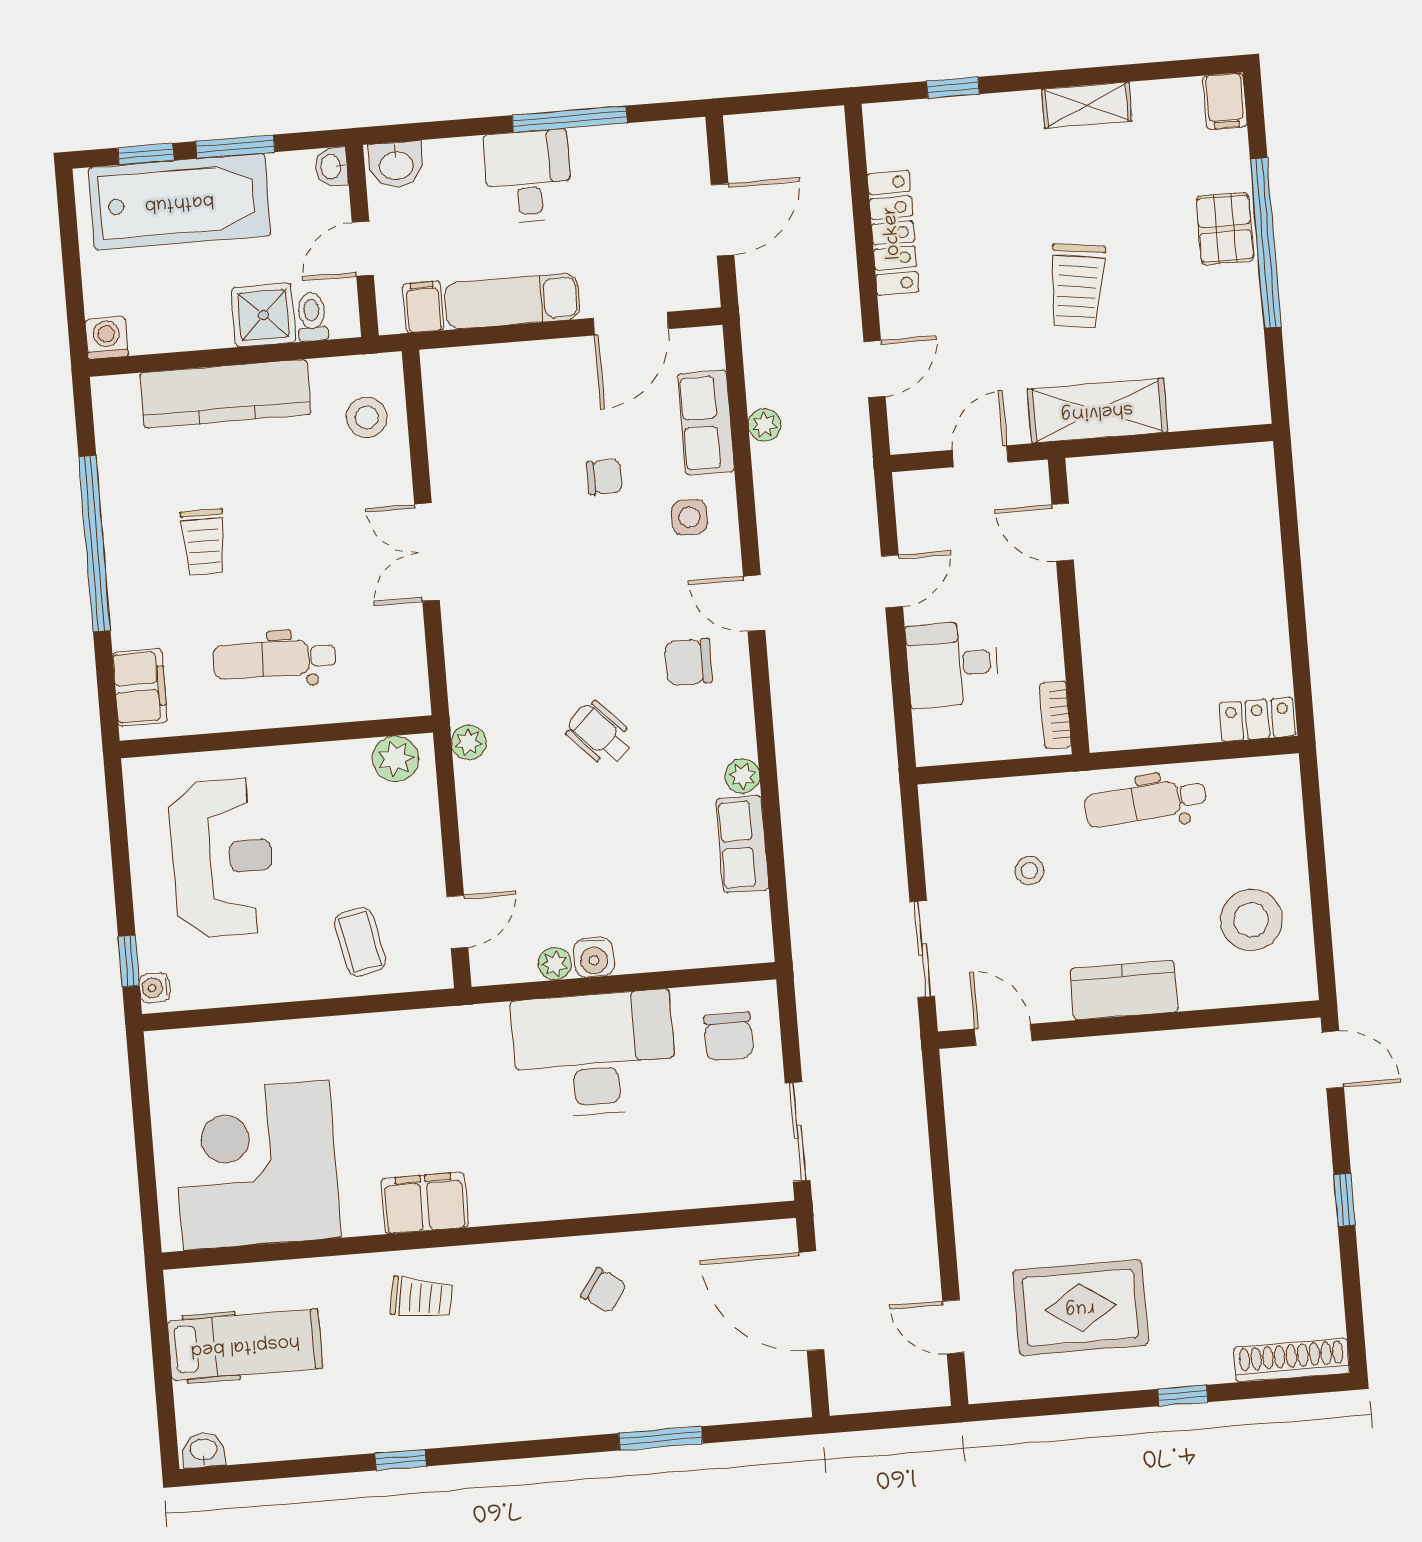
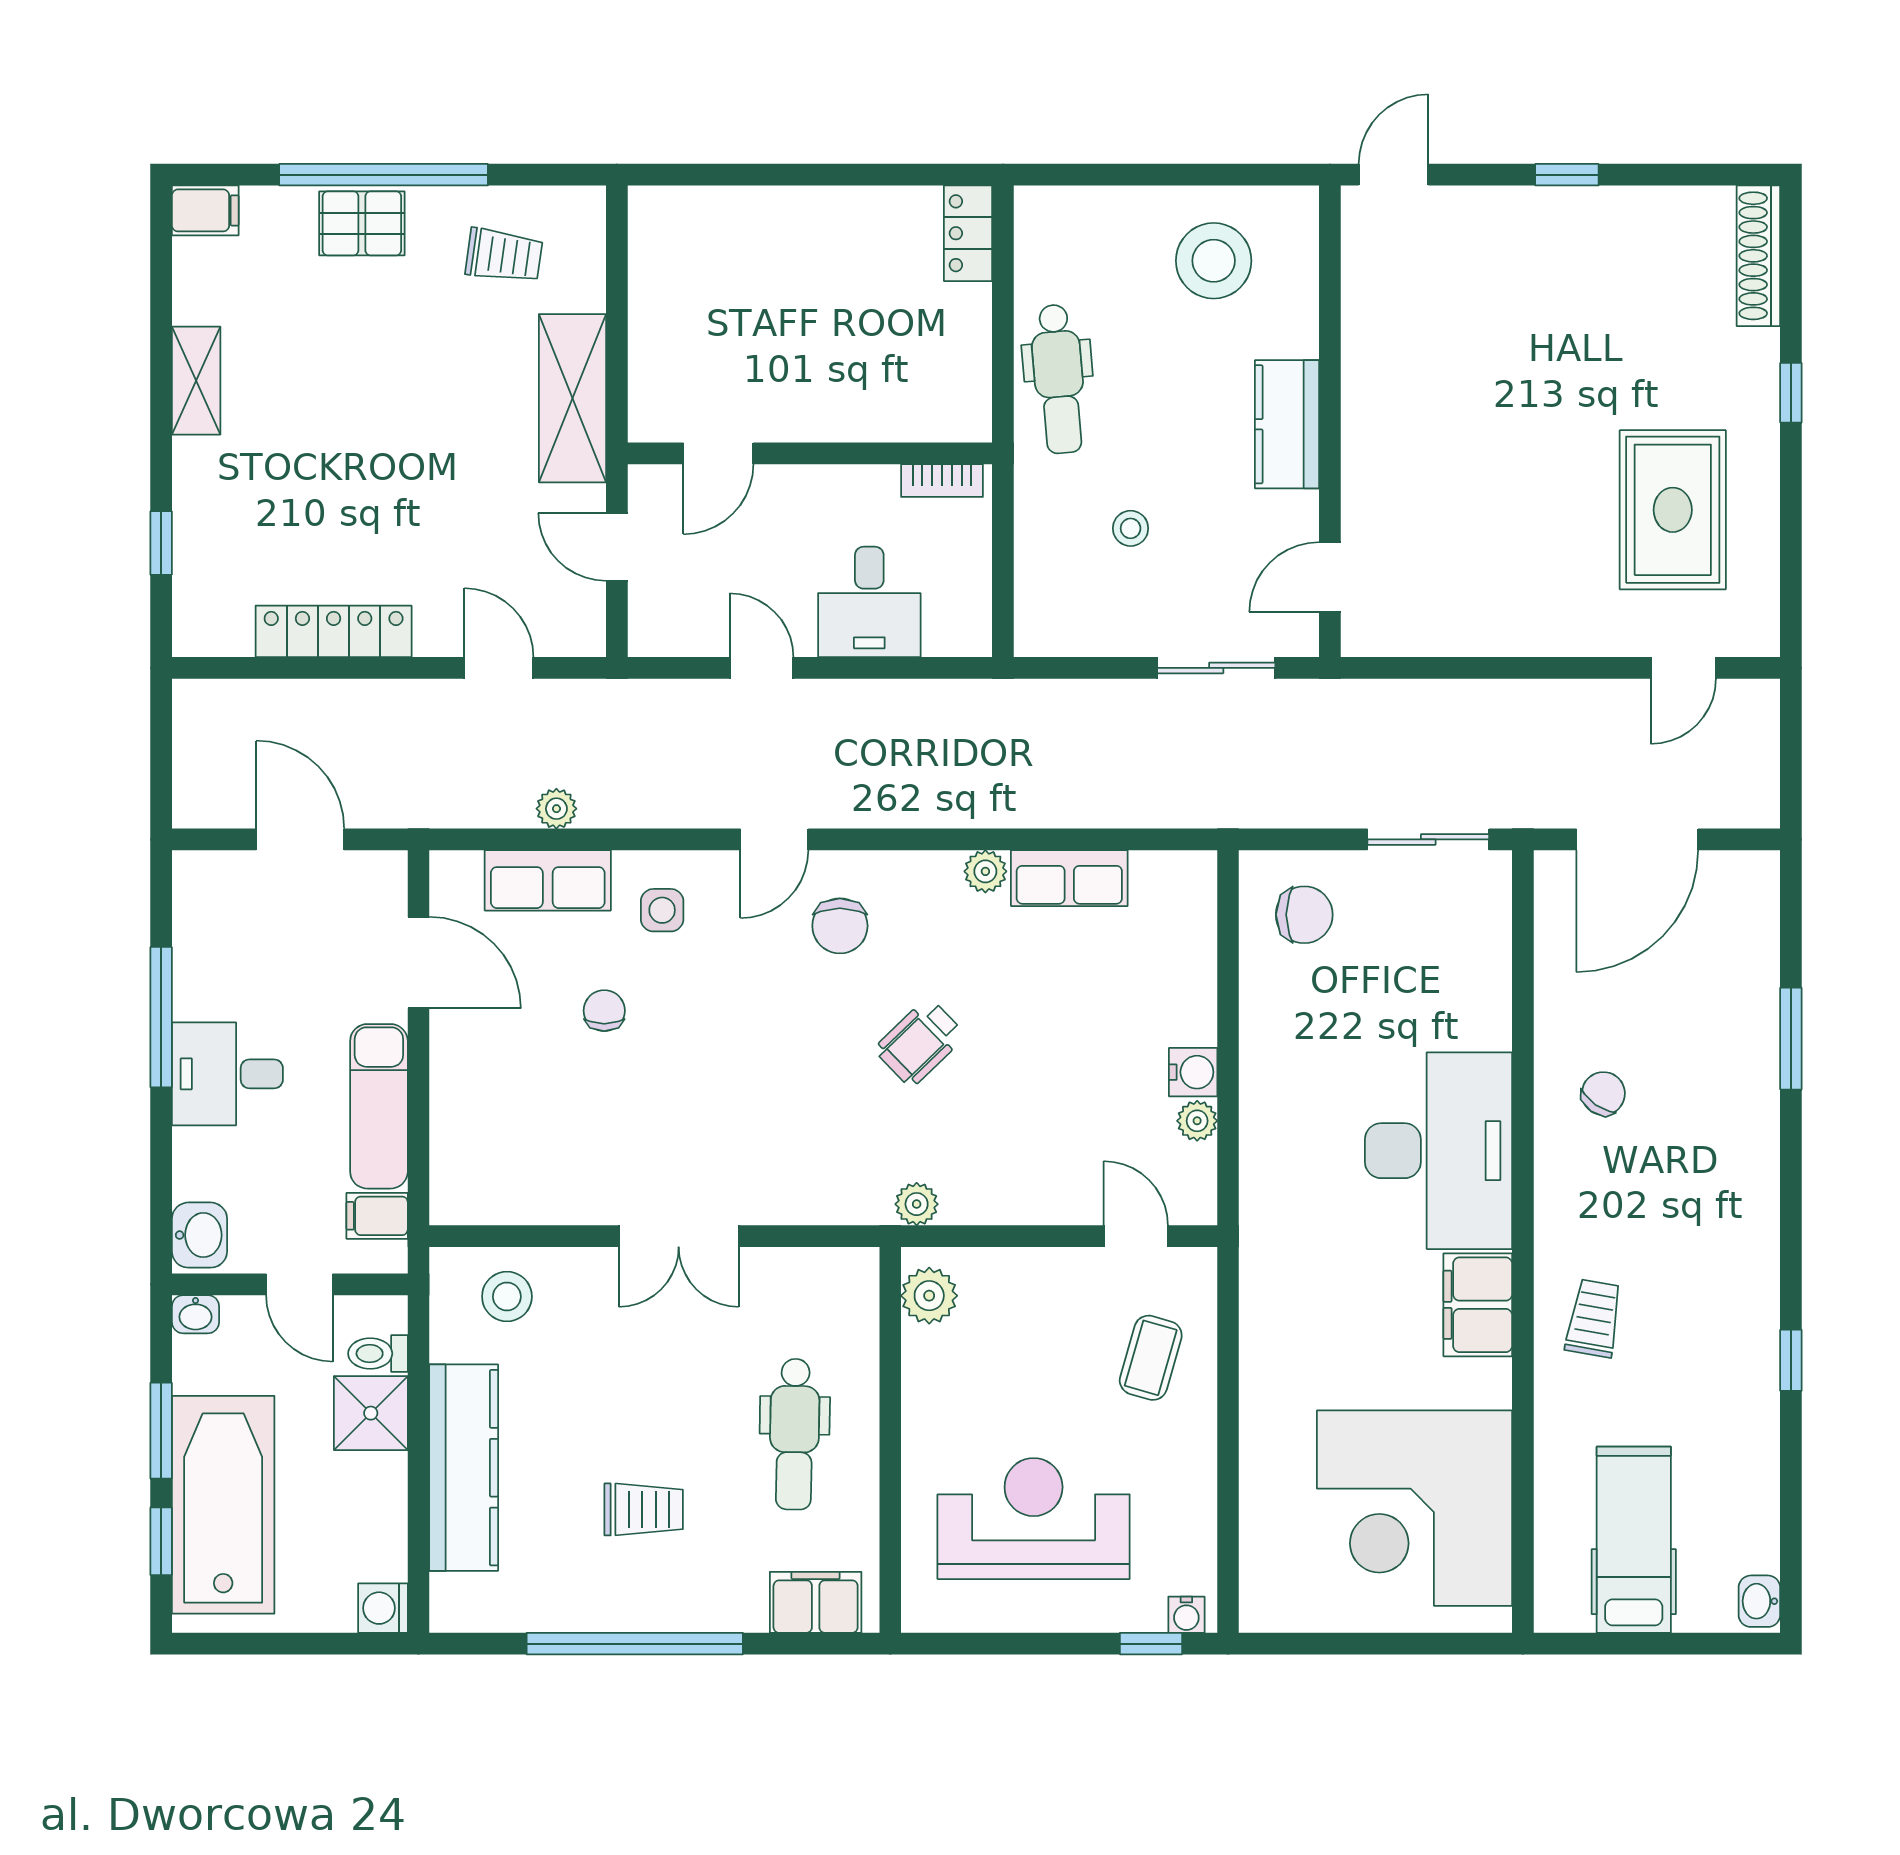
trolley: (1077, 286) -> (504, 256), moved, width x0.73, depth x0.72
coffee table: (360, 942) -> (1151, 1358), turned -62
desk: (594, 1054) -> (1439, 1151), moved, turned 180

